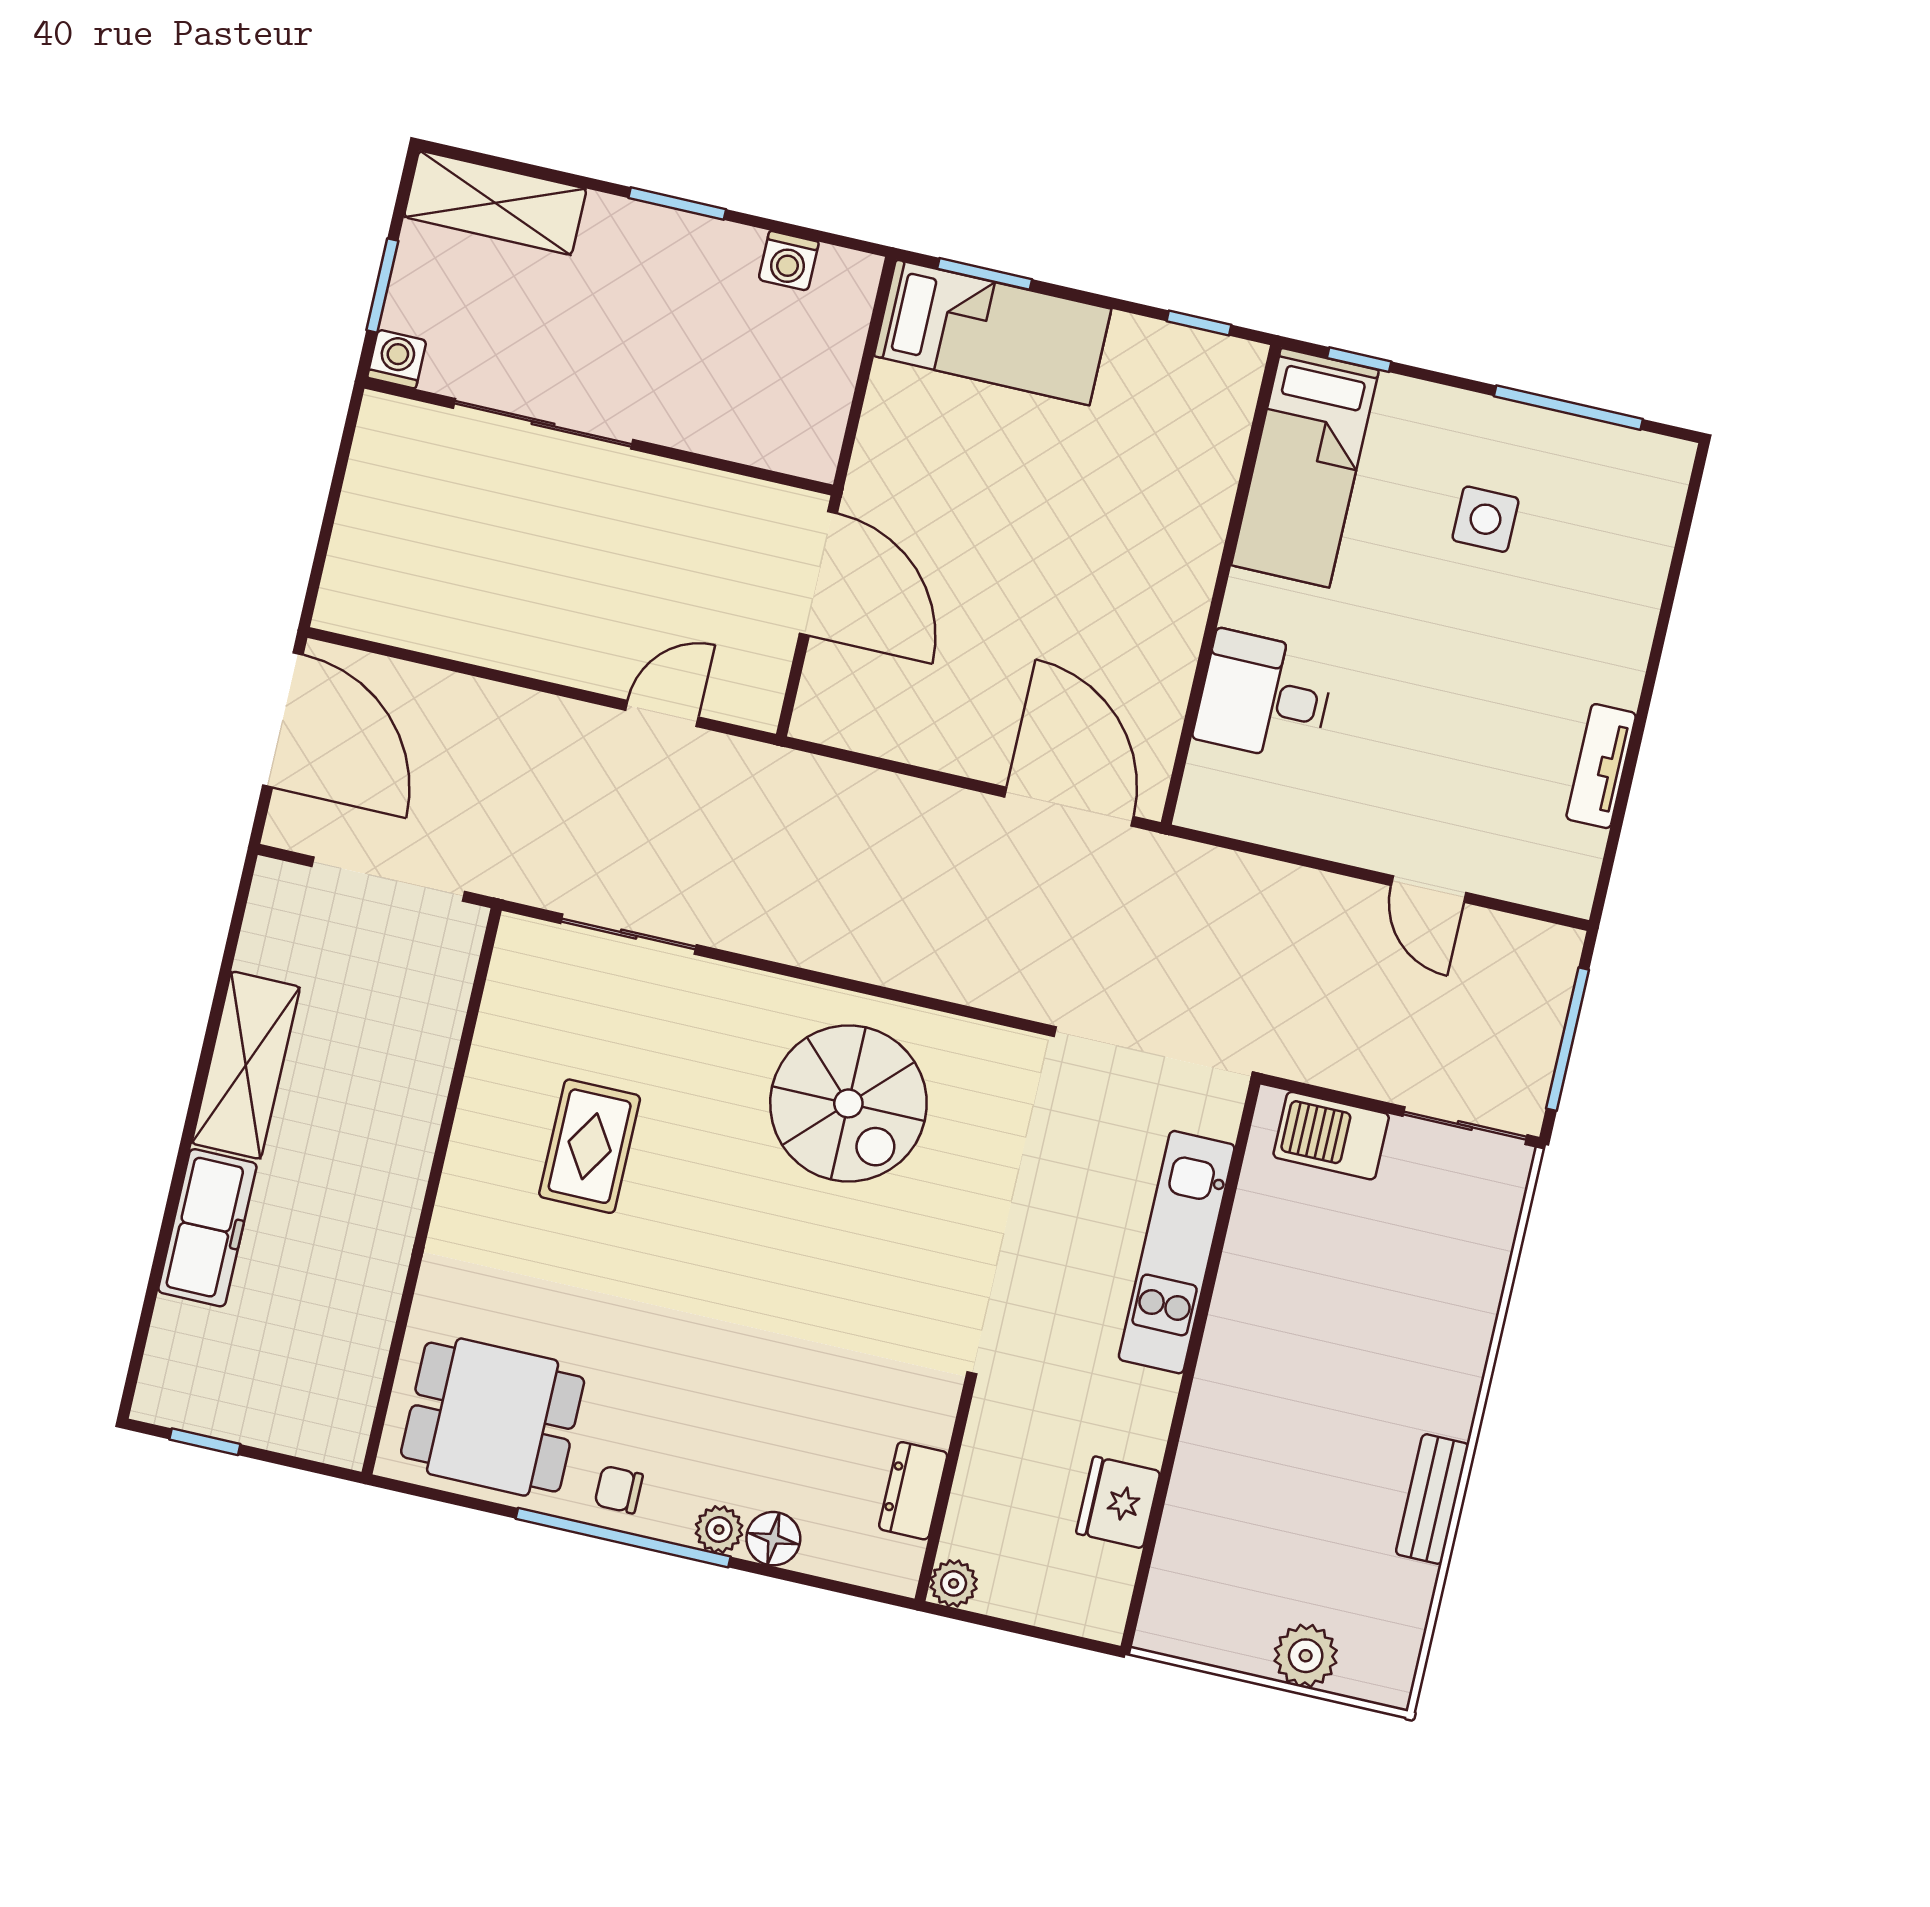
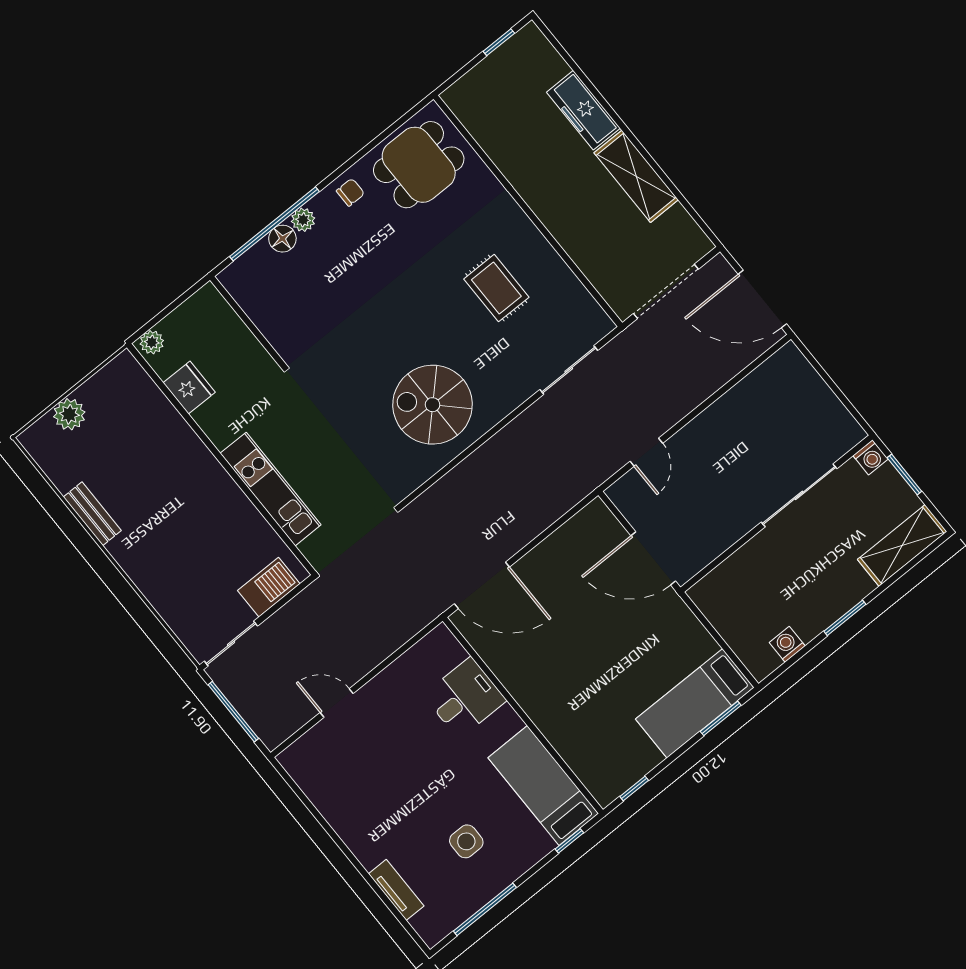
tv unit: (1601, 766) -> (396, 890), moved
dresser: (913, 1491) -> (258, 309), removed
window: (623, 1538) -> (274, 224), moved
plant: (954, 1583) -> (152, 342), moved

